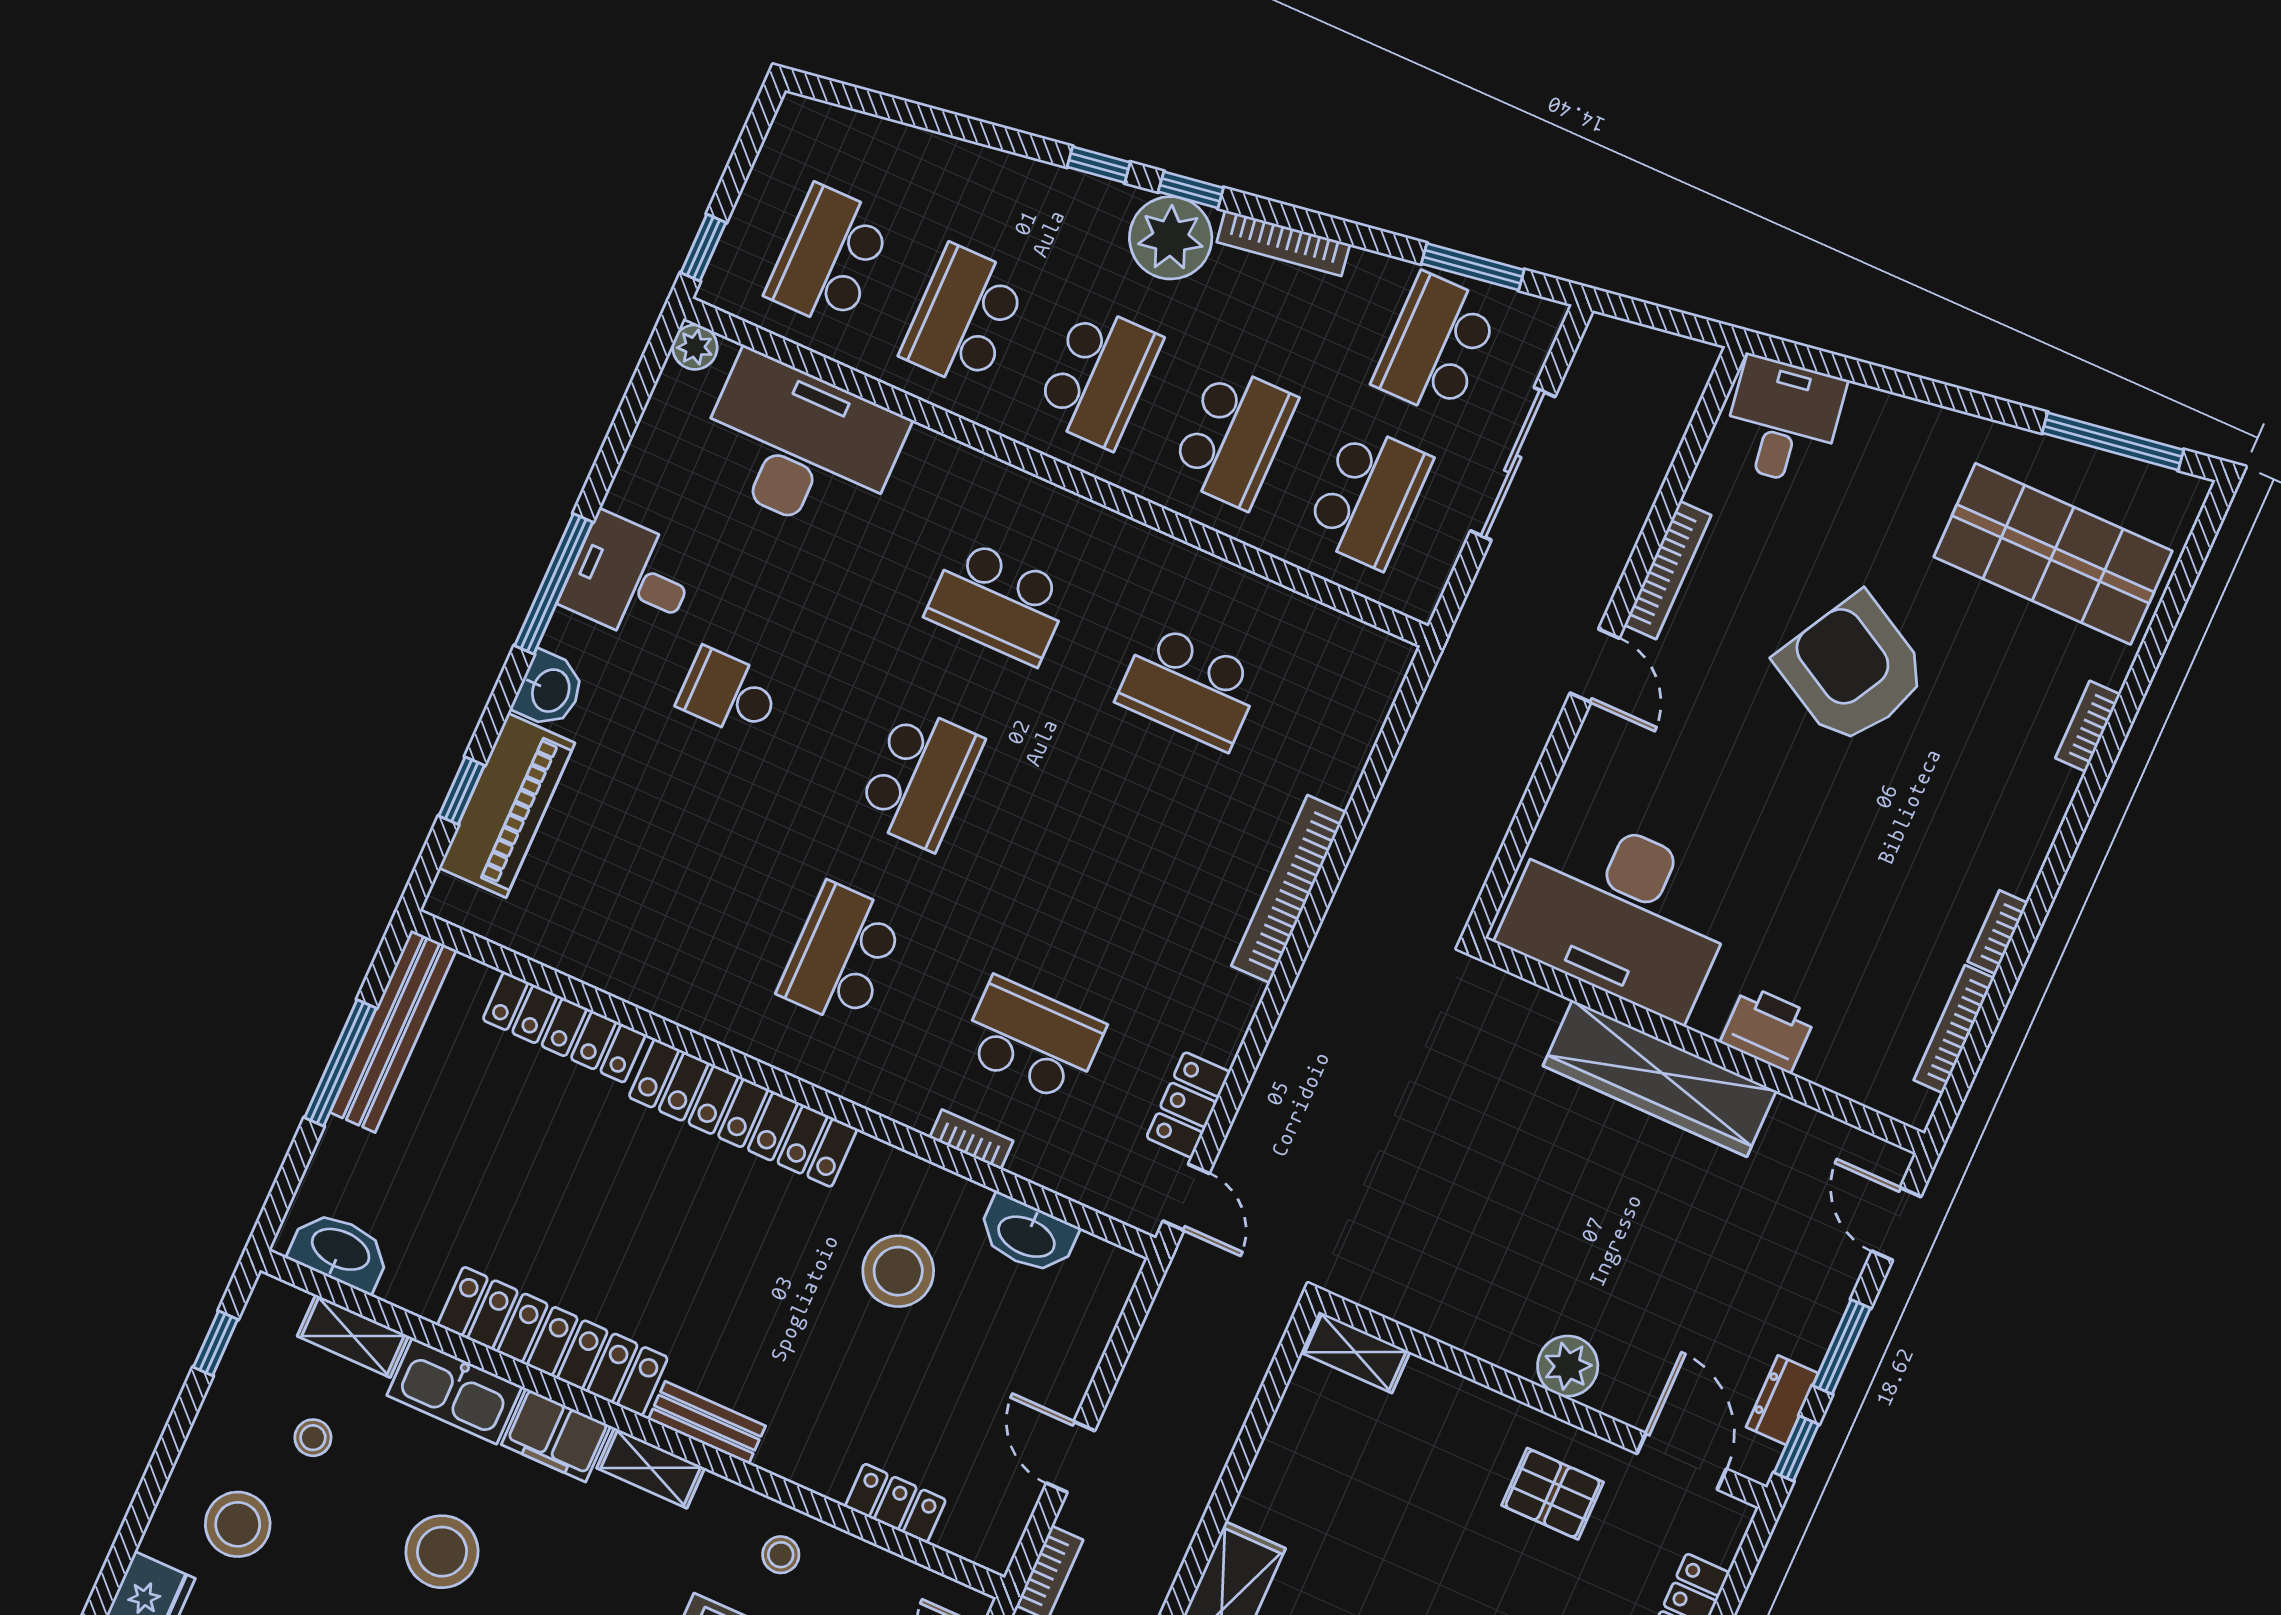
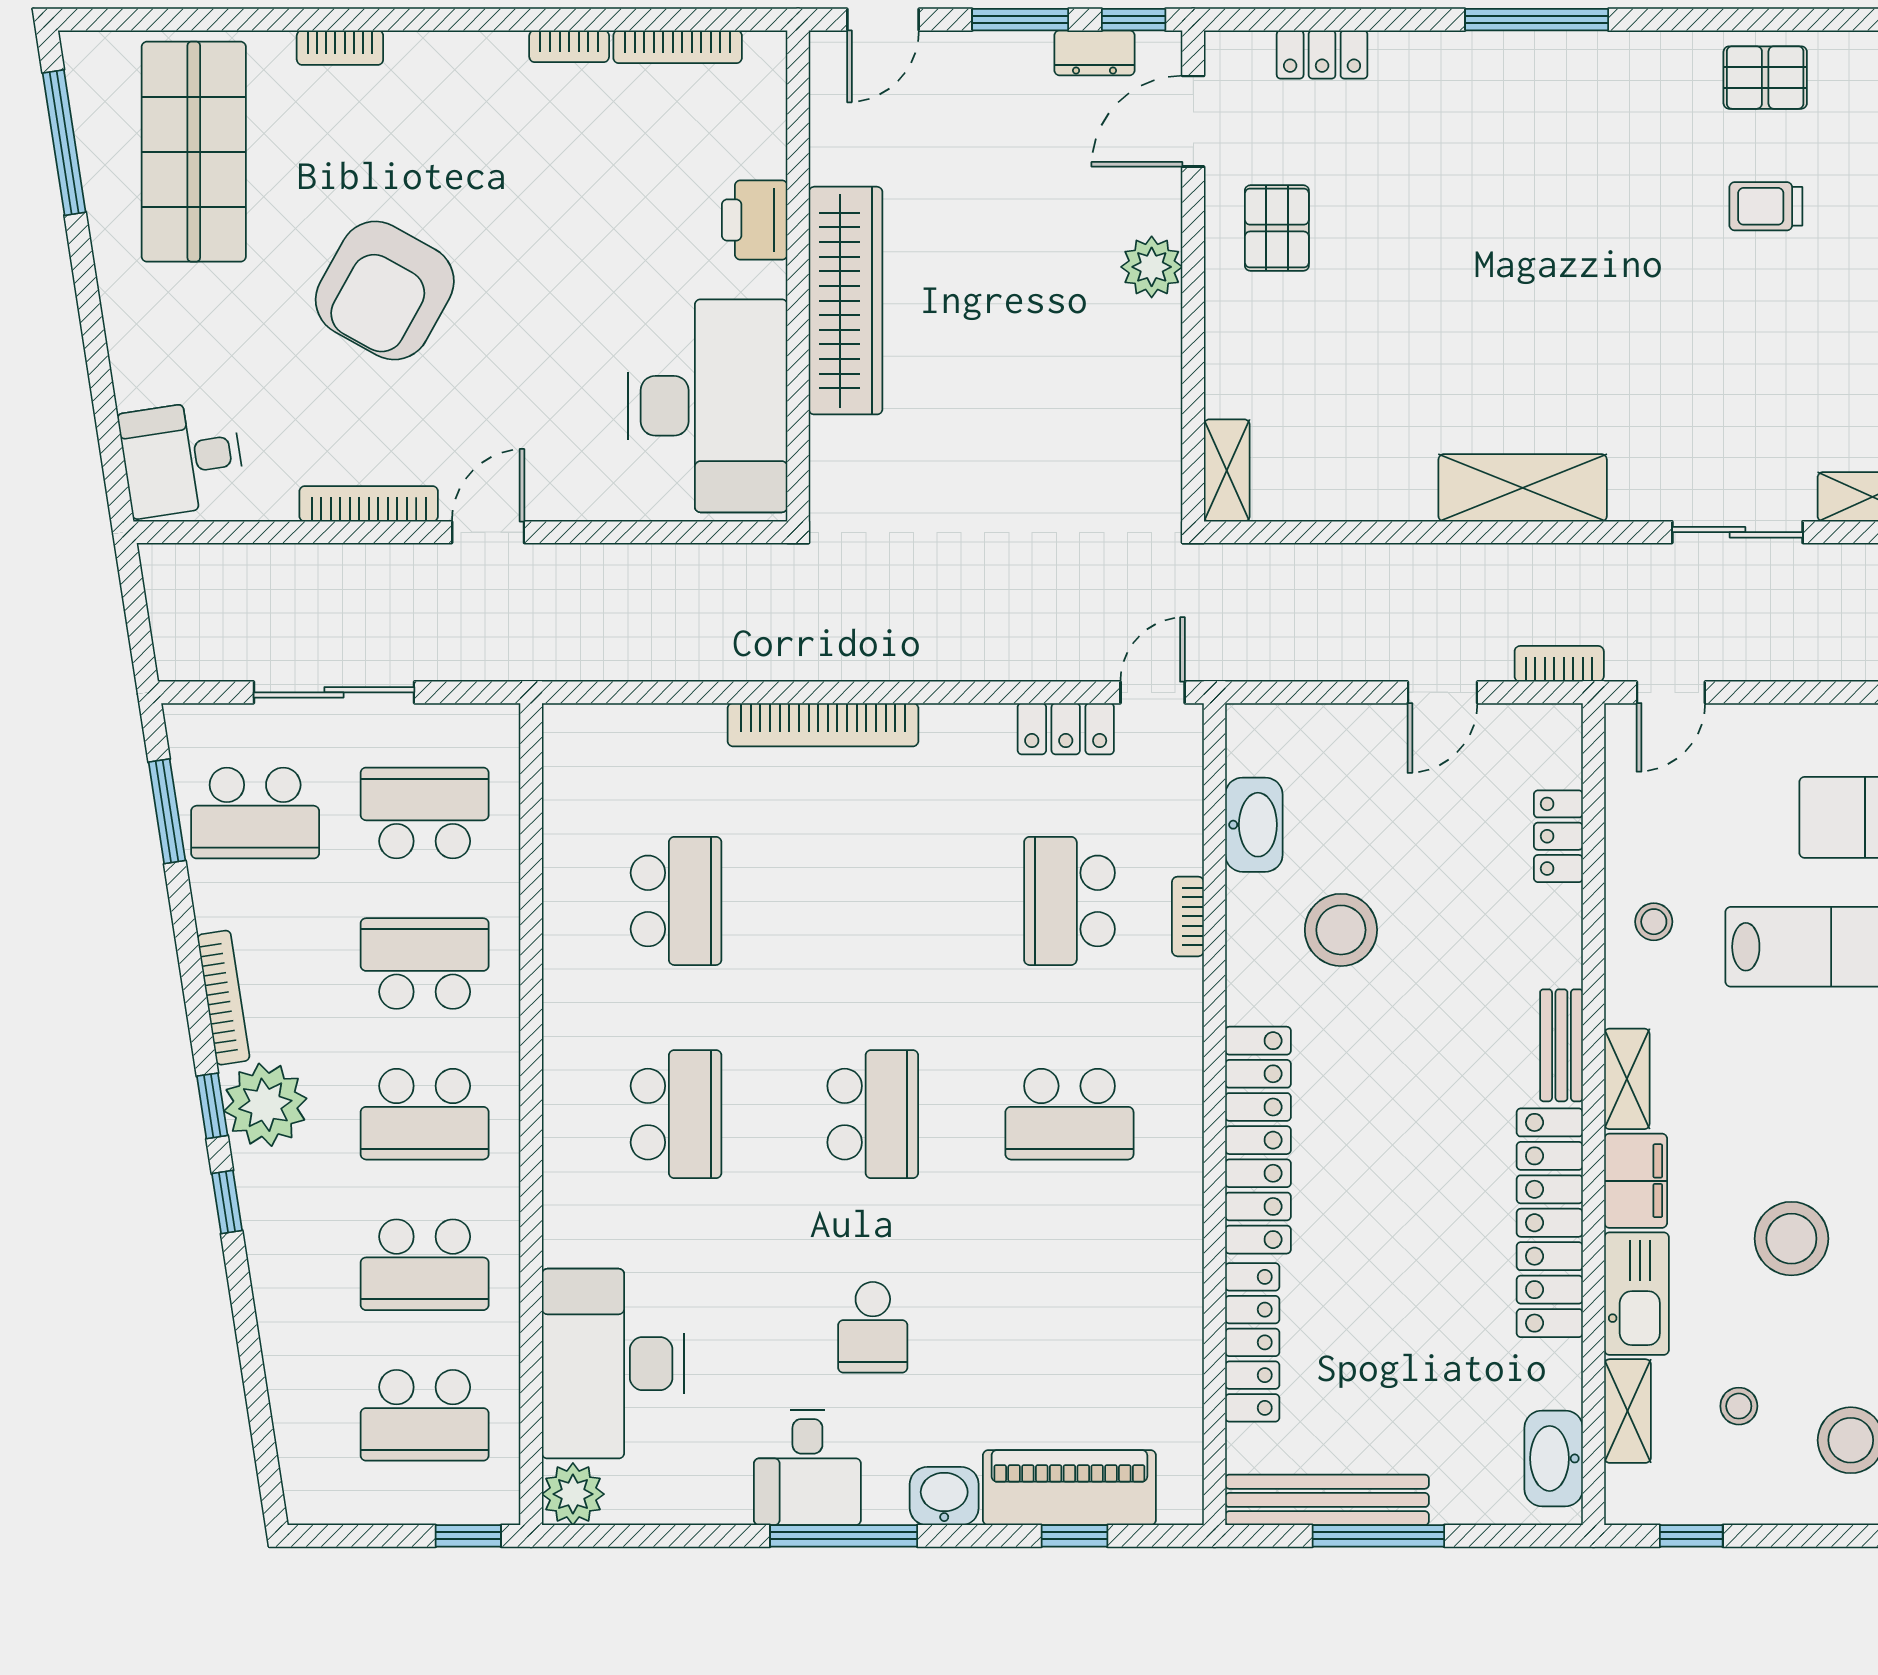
plant: (695, 347) -> (573, 1494), width x1.38, depth x1.38
school desk: (1099, 377) -> (425, 1114), turned 180
school desk: (920, 778) -> (873, 1114), turned 90

